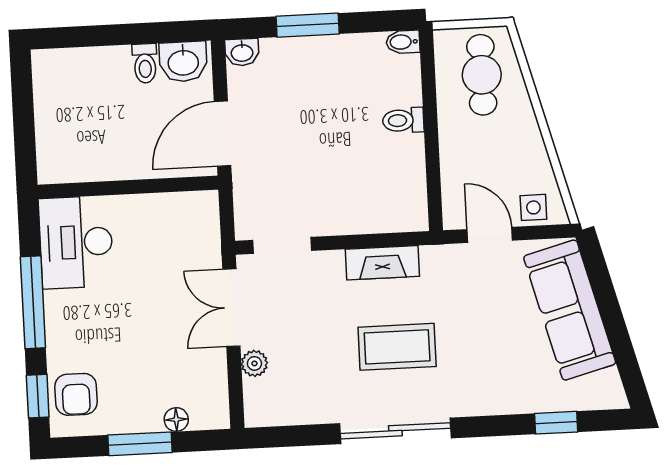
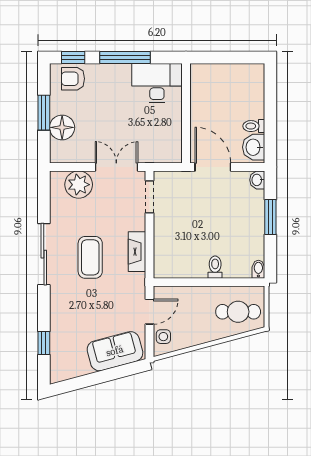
sofa: (570, 310) -> (115, 351), width x0.73
plant: (254, 363) -> (79, 185), width x1.88, depth x1.88
floor lamp: (176, 420) -> (62, 127), width x1.89, depth x1.89

